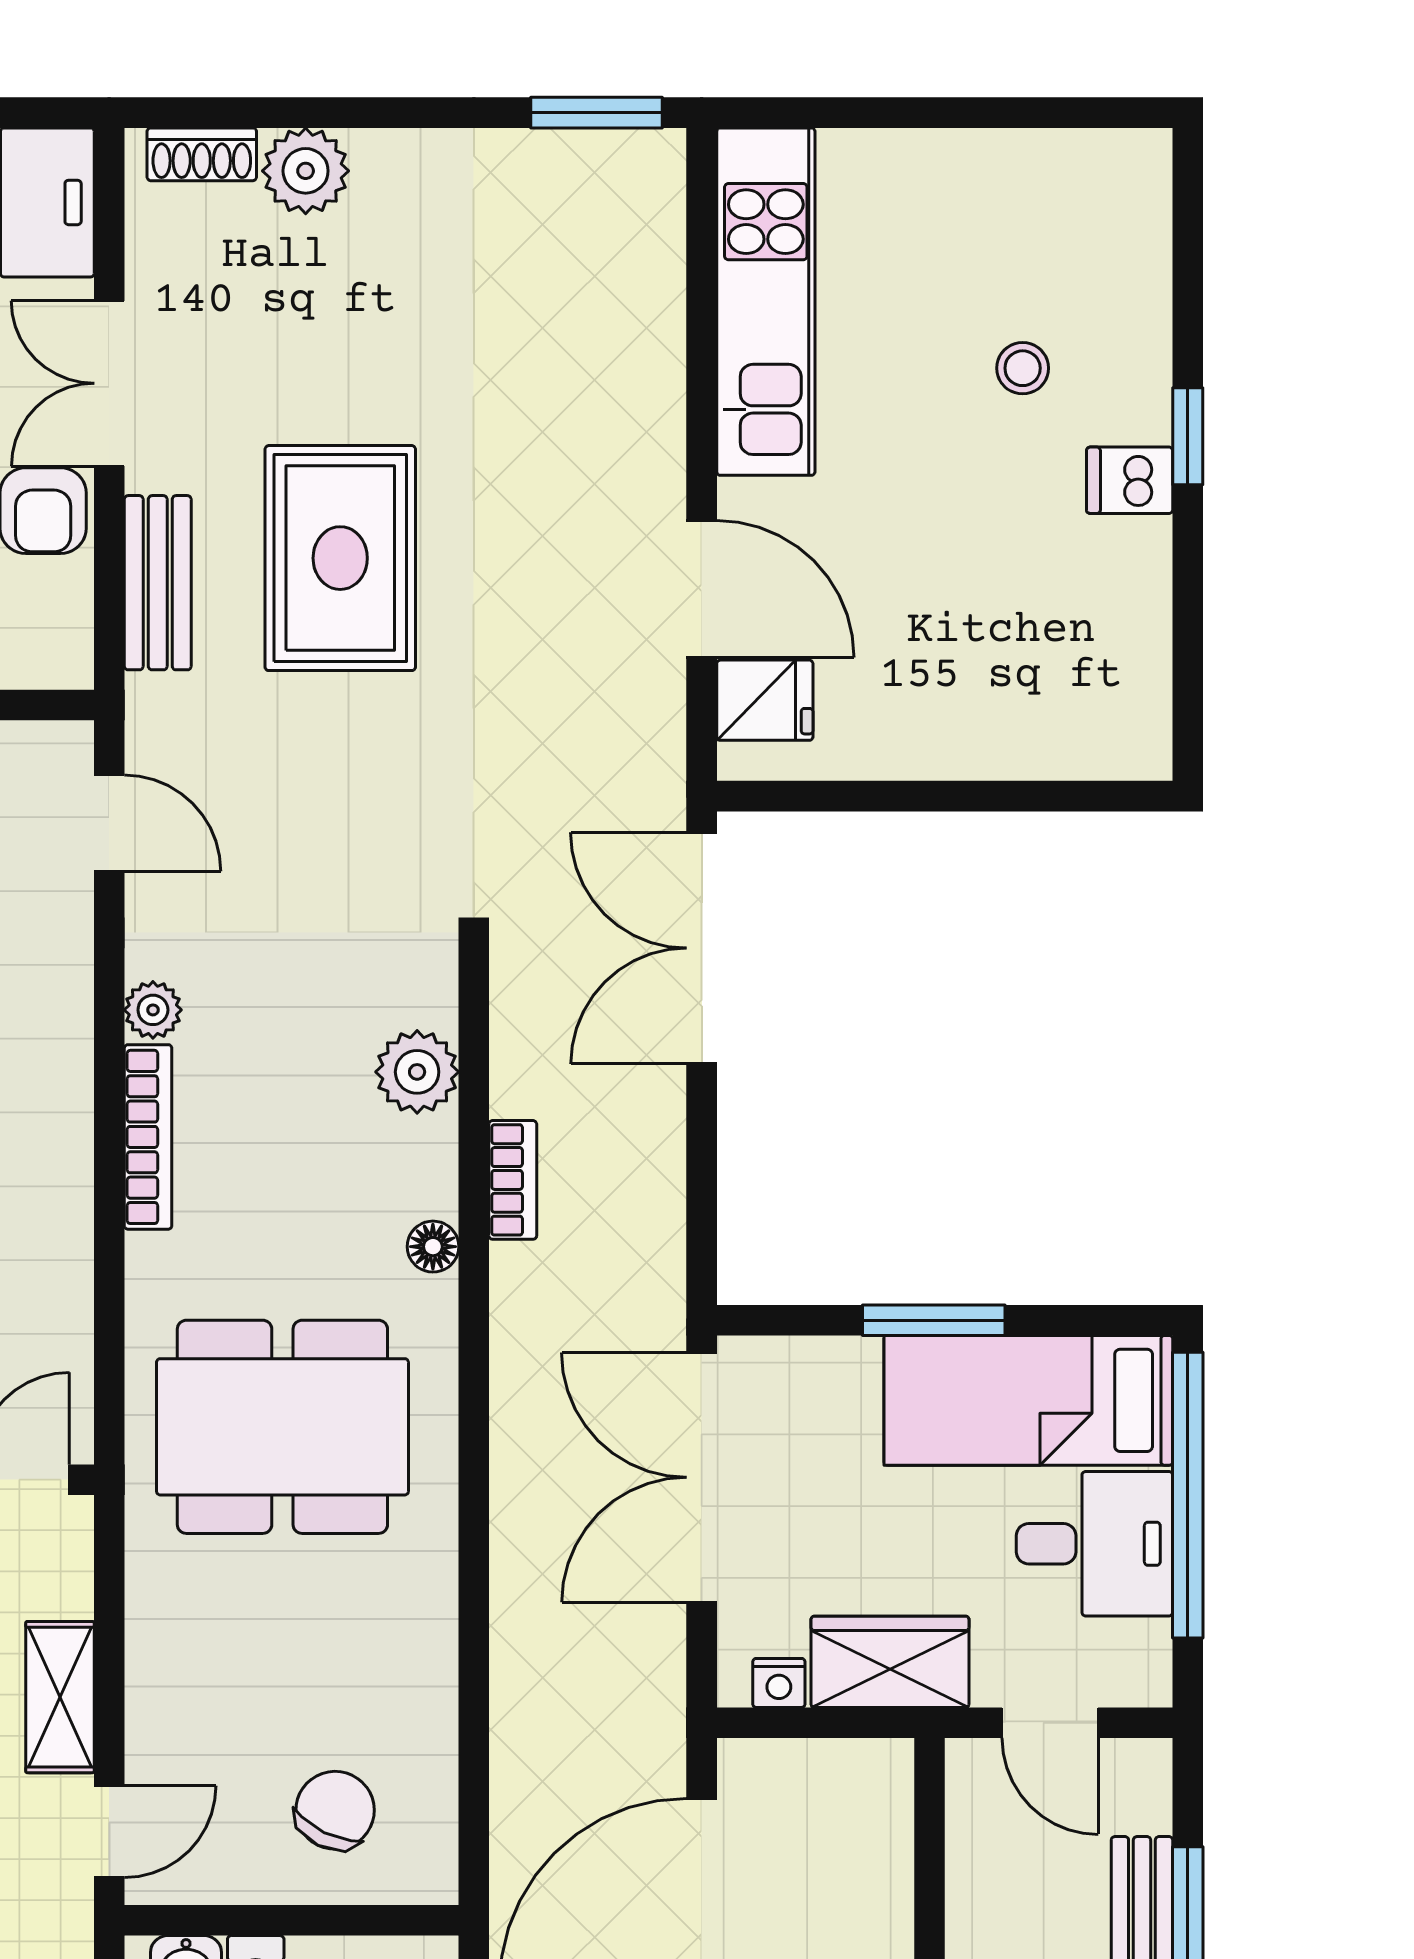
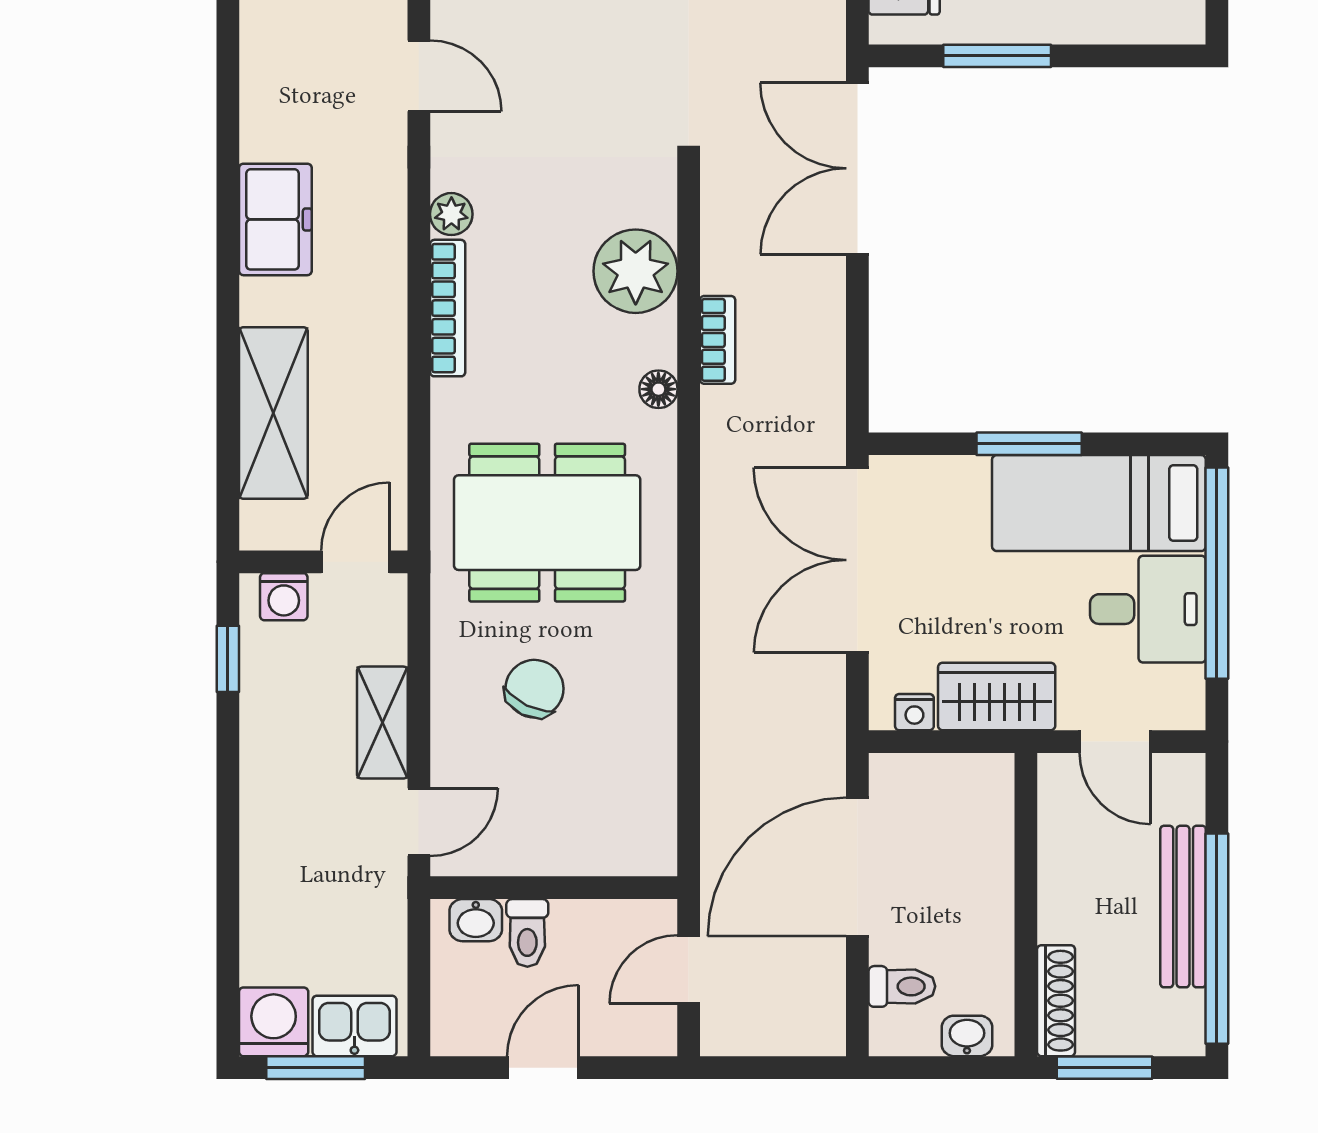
window: (891, 796) -> (997, 56), added
plant: (417, 1072) -> (636, 271), width x1.36, depth x1.36
chair: (335, 1810) -> (534, 689), moved

